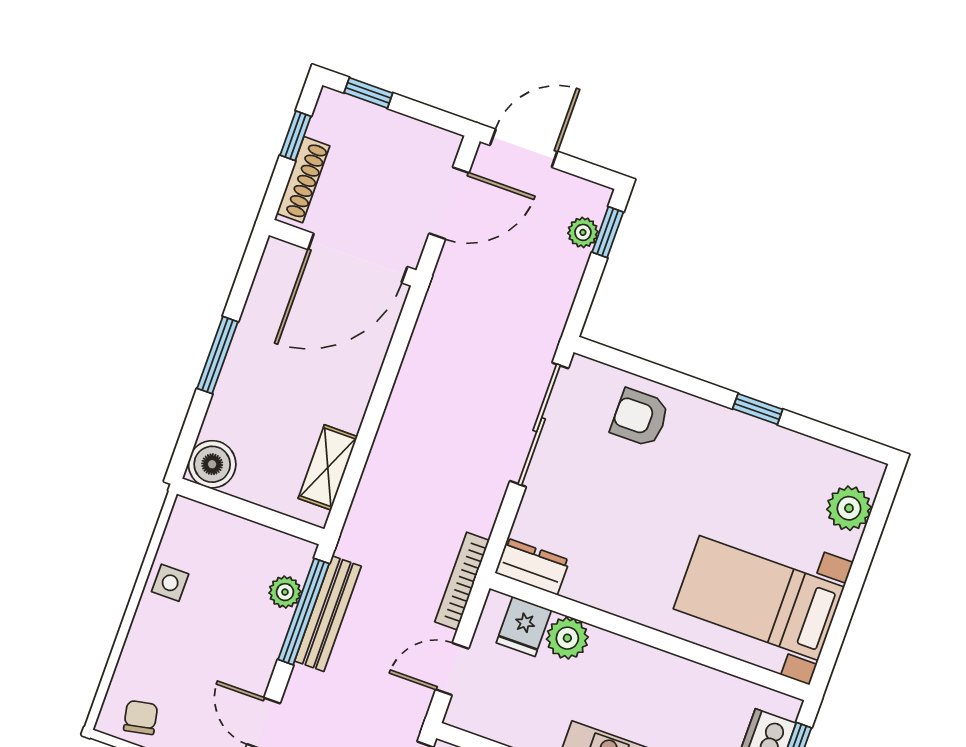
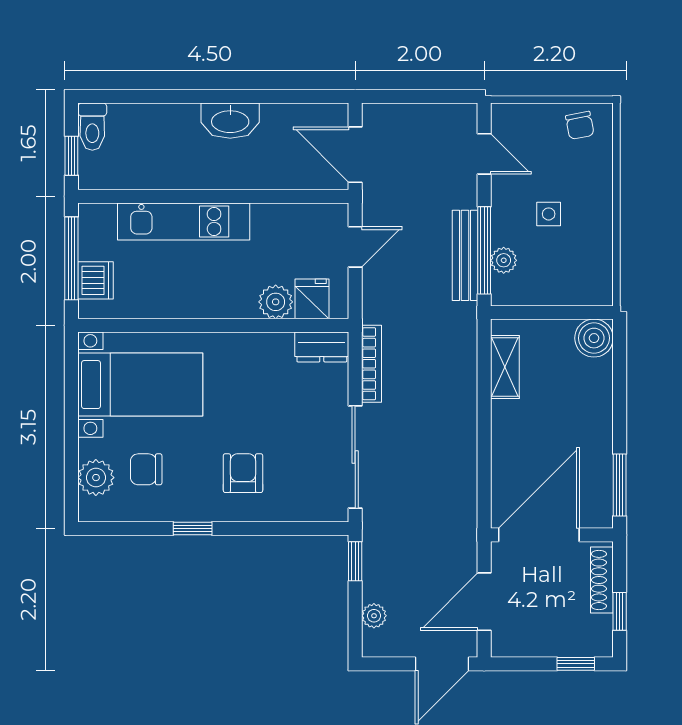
window: (608, 232) -> (355, 561), moved
window: (218, 355) -> (620, 485), moved
armchair: (640, 418) -> (243, 473), moved, turned -90
chair: (787, 497) -> (146, 469), added
bookcase: (462, 581) -> (371, 364), moved
side table: (170, 583) -> (549, 214), moved

